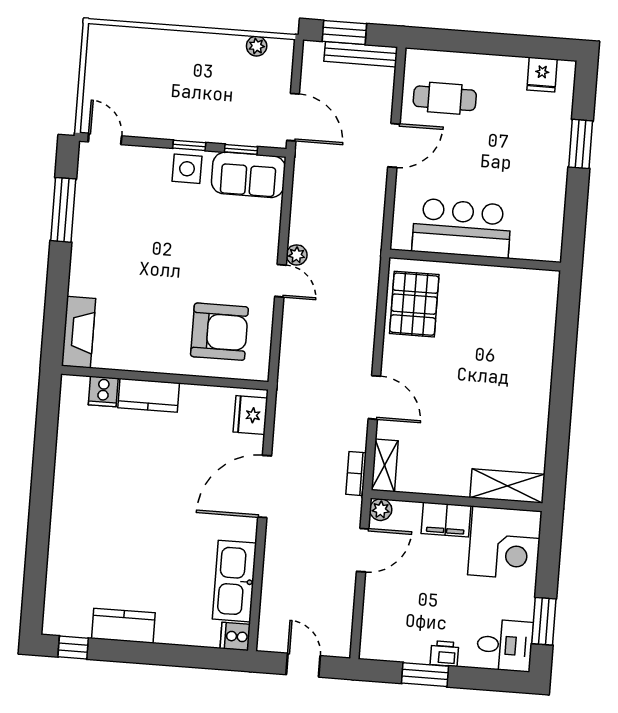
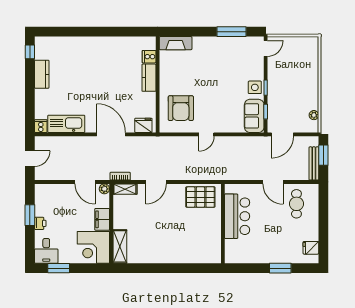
plant: (297, 255) -> (219, 141), removed

